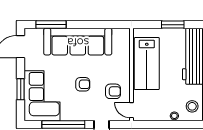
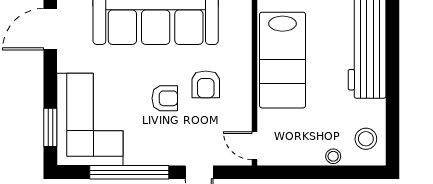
window: (21, 89) -> (50, 127), moved
armchair: (113, 91) -> (206, 84), moved, turned 90

